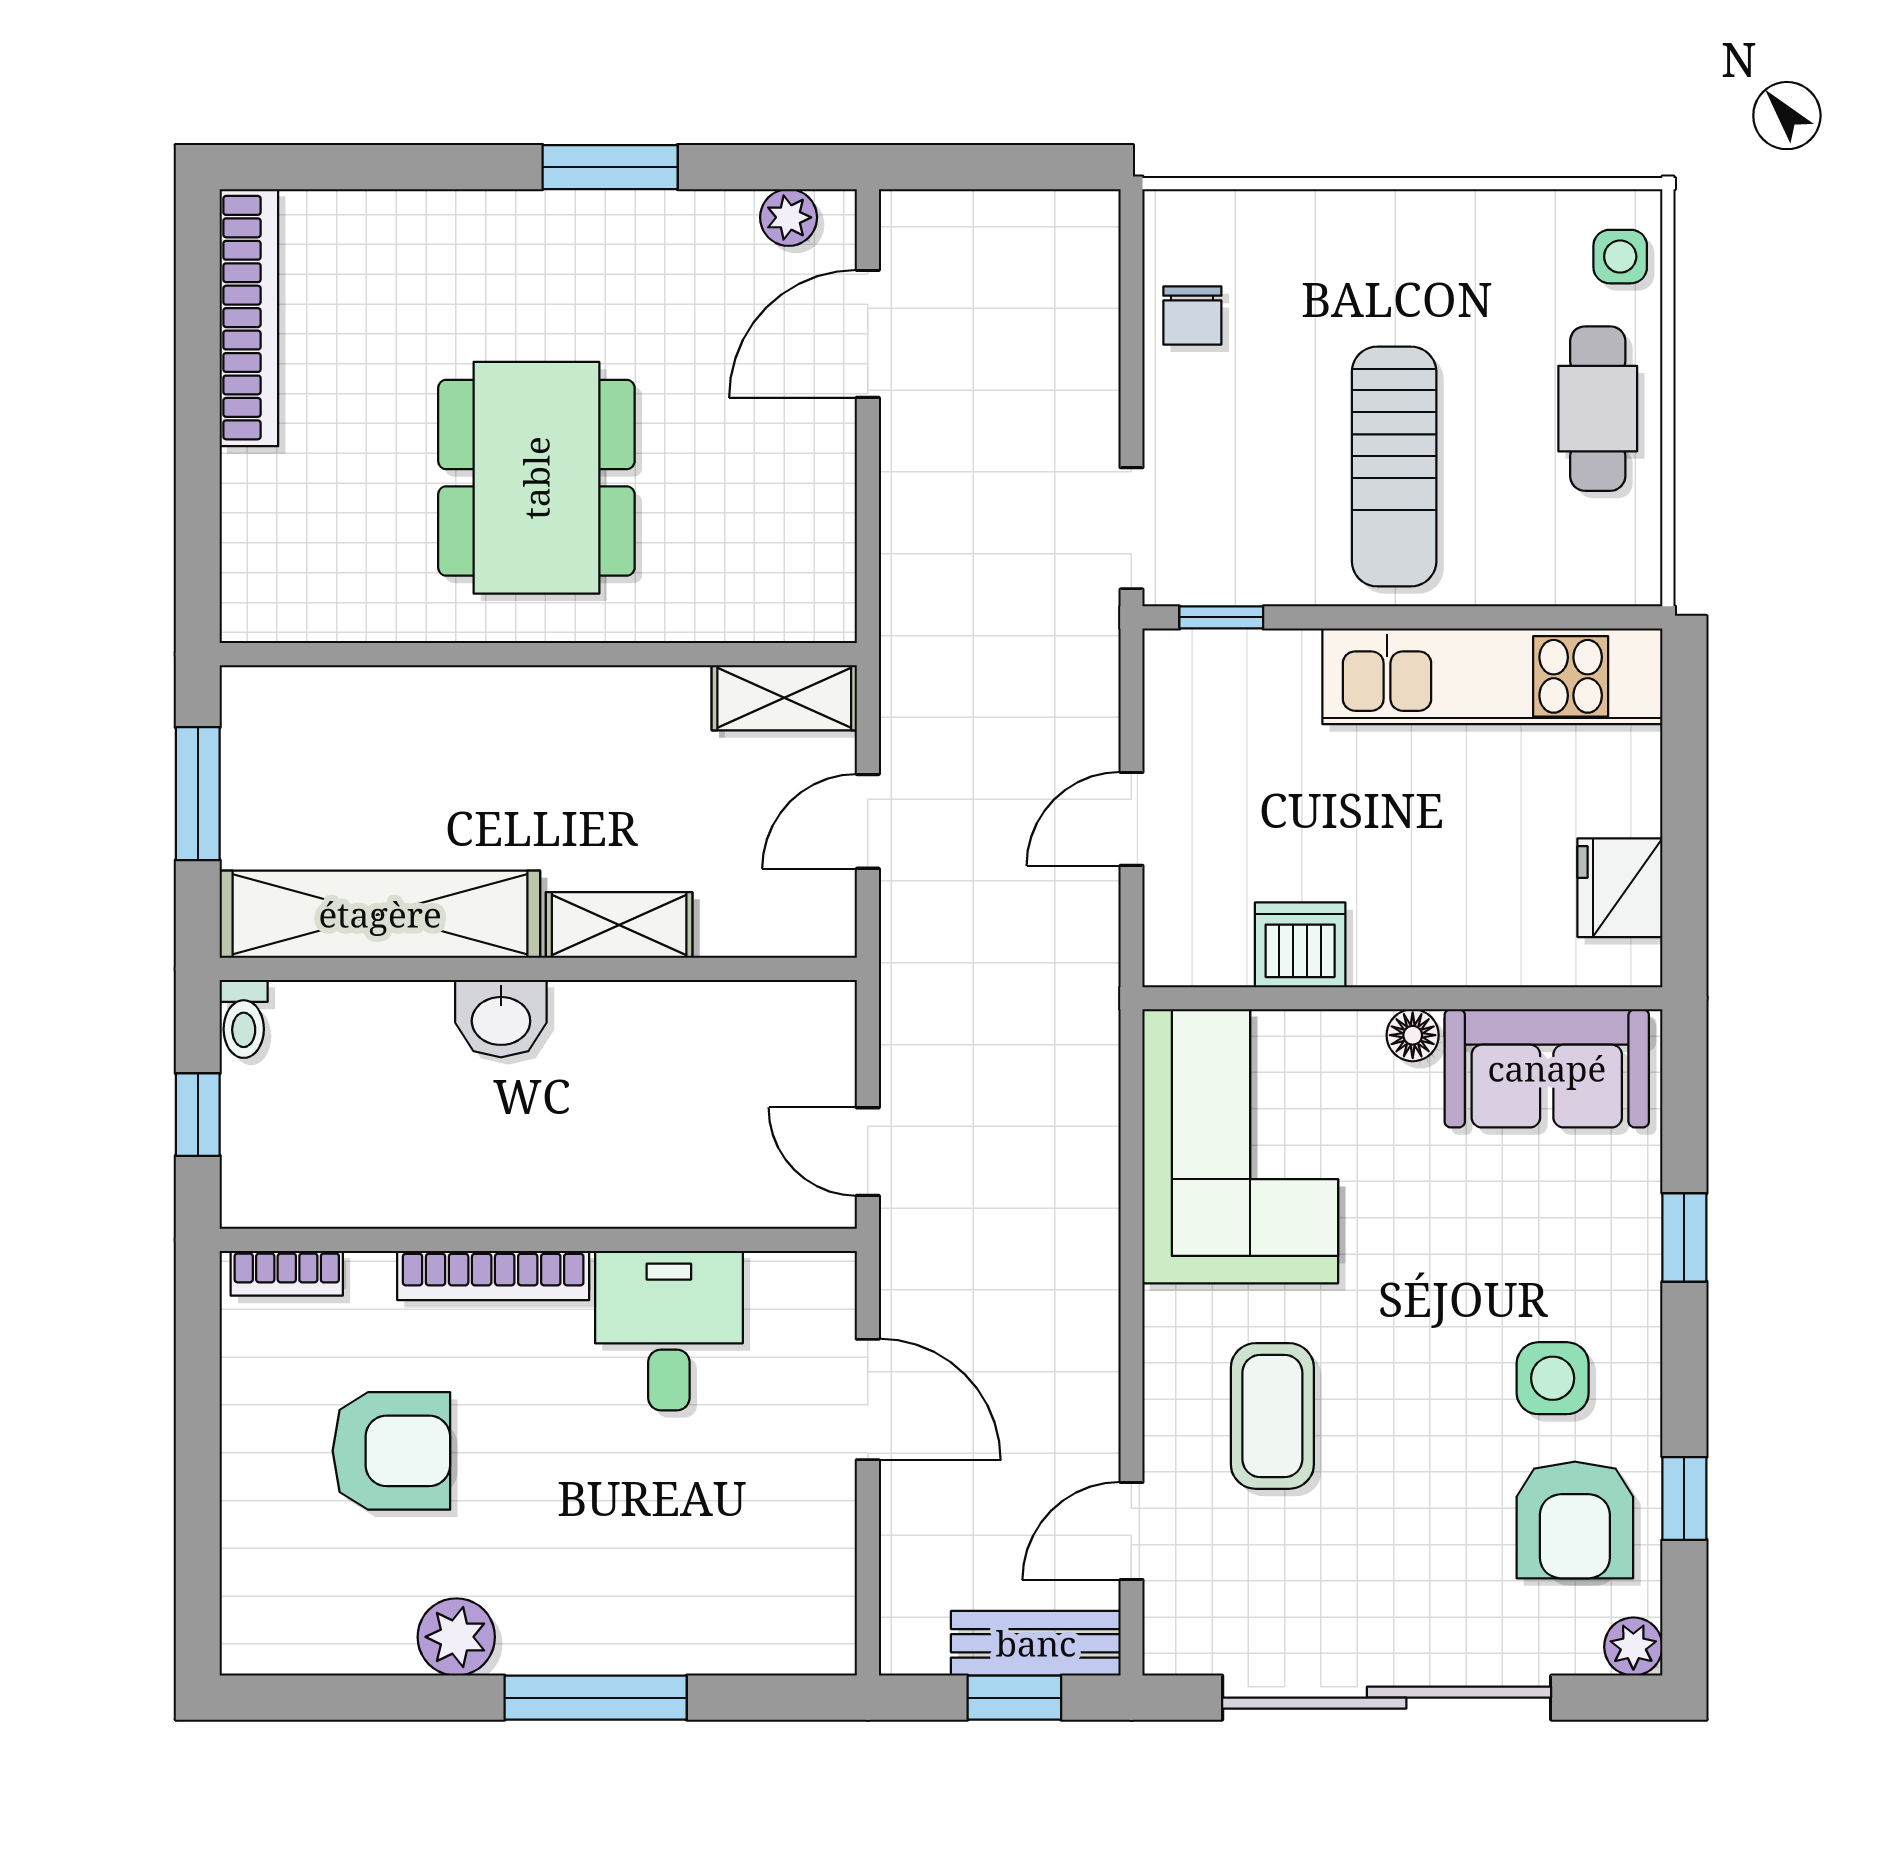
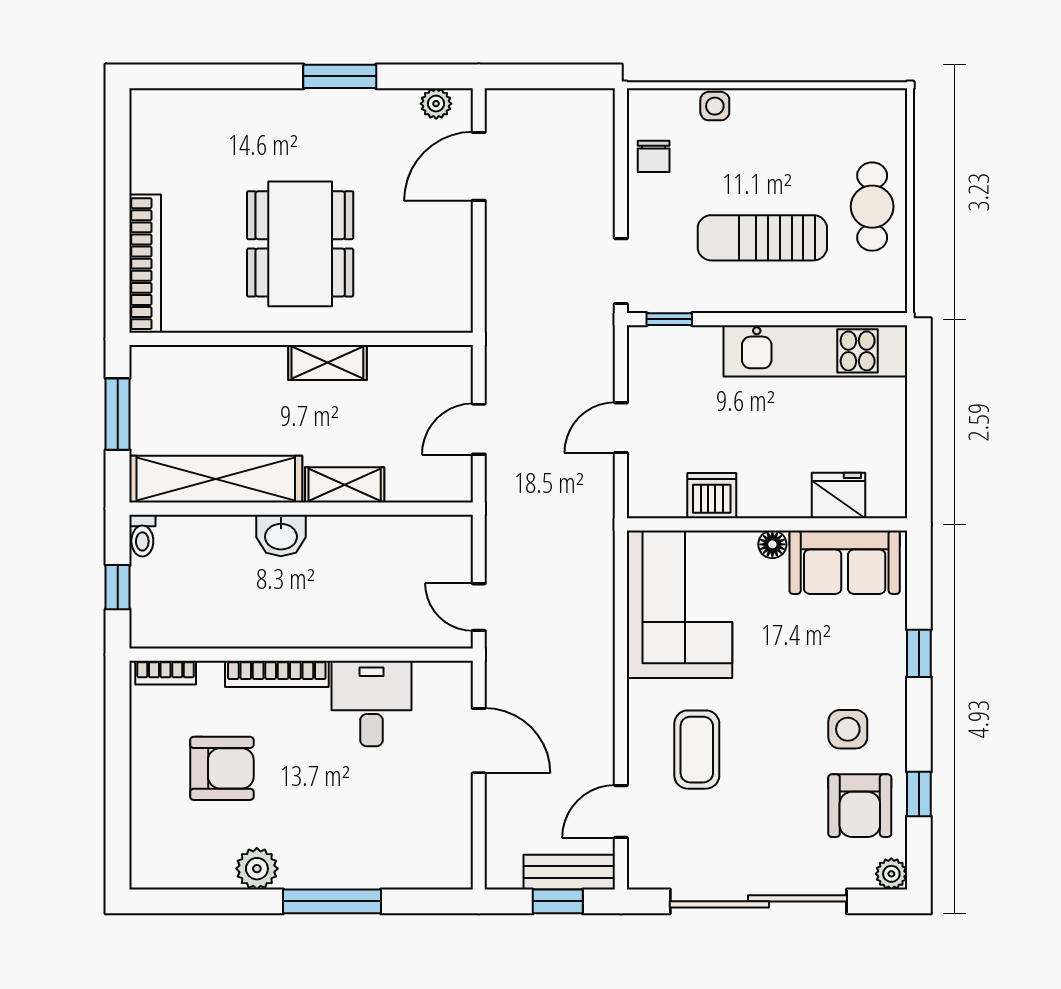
side table: (1620, 257) -> (715, 106), moved
bookcase: (249, 318) -> (145, 264), moved
sun lounger: (1394, 467) -> (762, 238), turned 90
shelving: (784, 698) -> (327, 362), moved
fridge: (1620, 888) -> (838, 496), moved, turned 90

